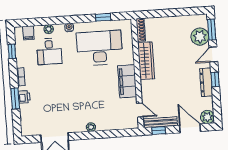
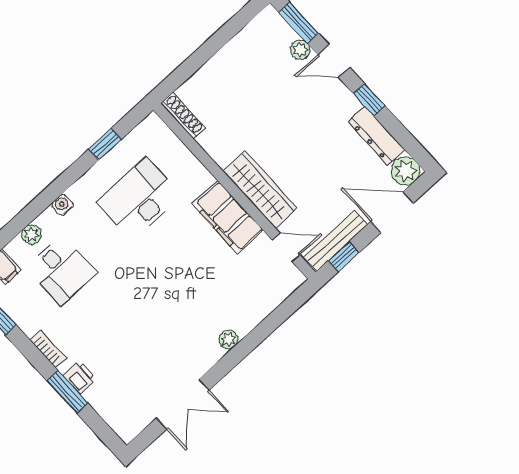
plant: (200, 37) -> (300, 50), width x0.53, depth x0.53
desk: (99, 48) -> (139, 199), width x0.73, depth x0.77
door: (213, 54) -> (334, 61), hinge flipped
wardrobe: (146, 61) -> (260, 190), moved
dresser: (206, 82) -> (376, 136), moved

